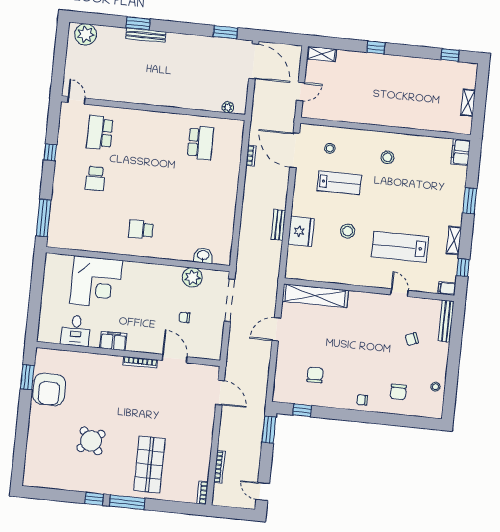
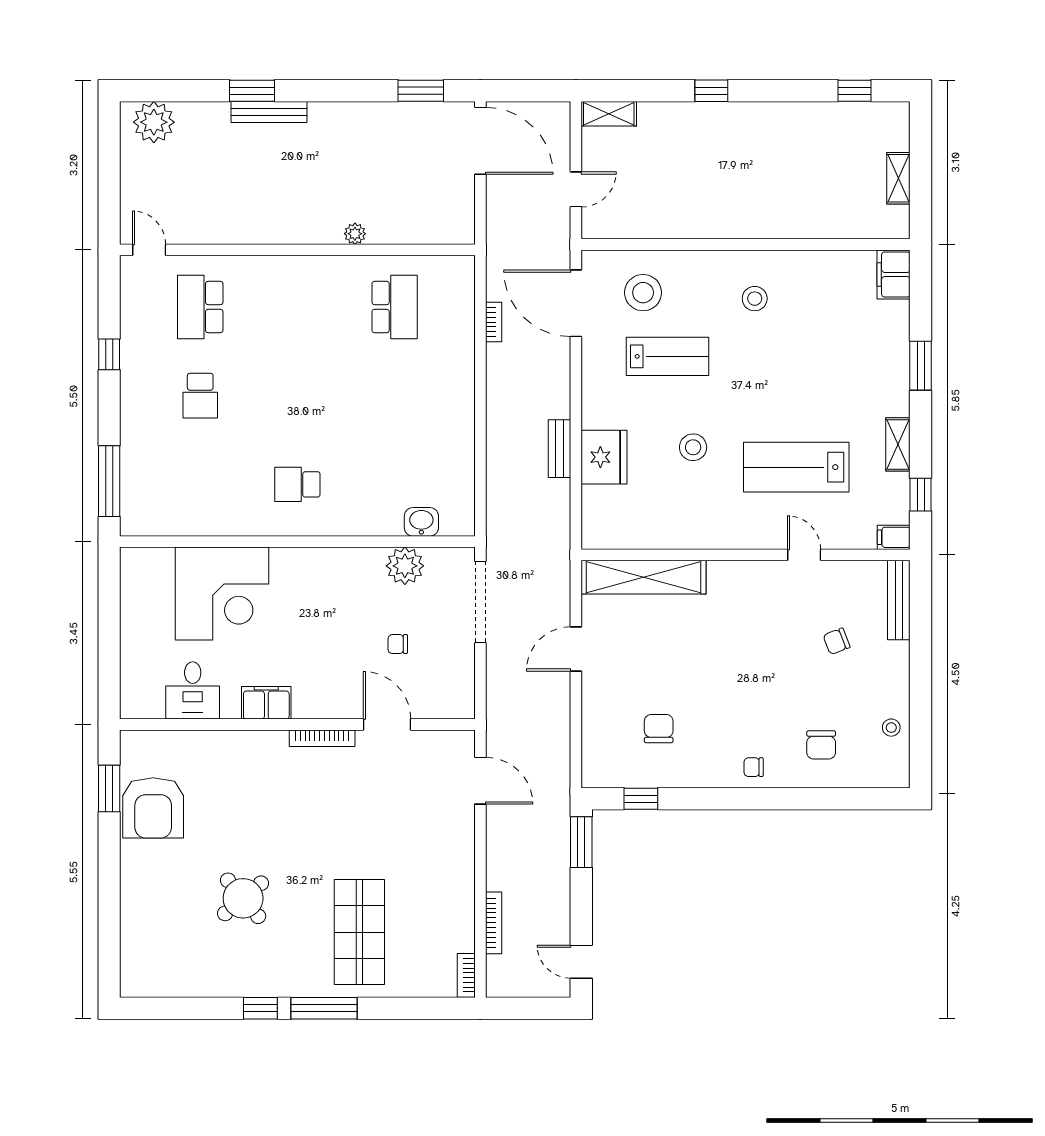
plant: (228, 107) -> (355, 234), moved
stool: (330, 148) -> (643, 293), width x1.89, depth x1.89

